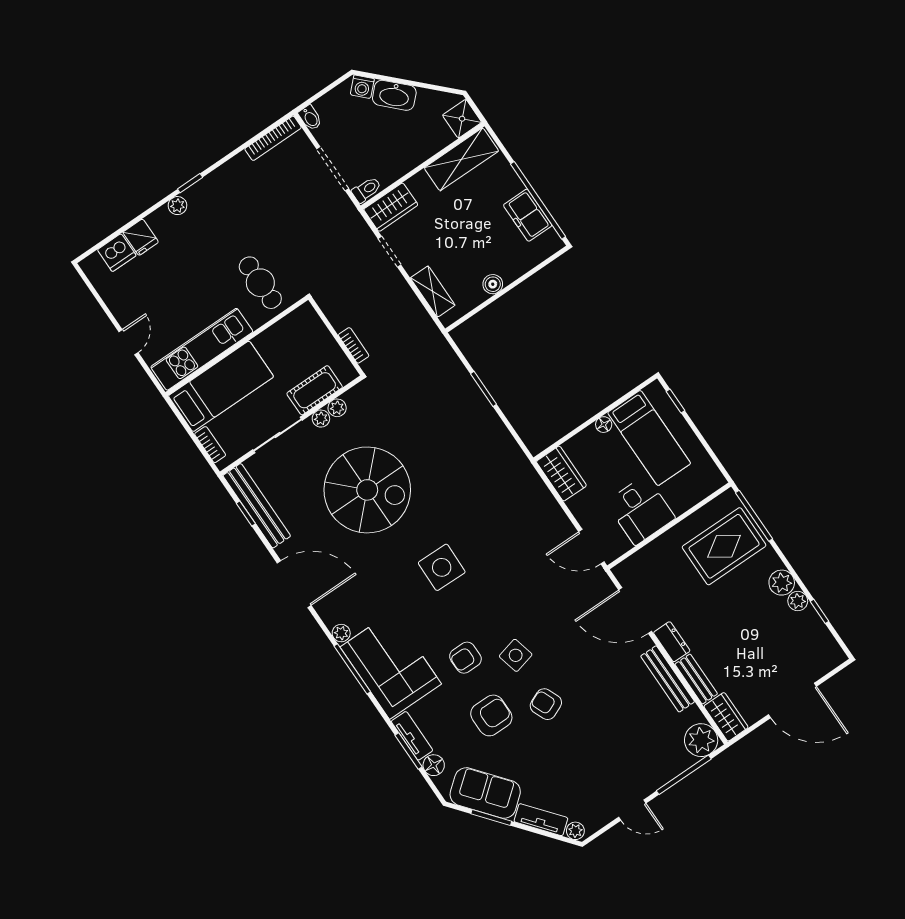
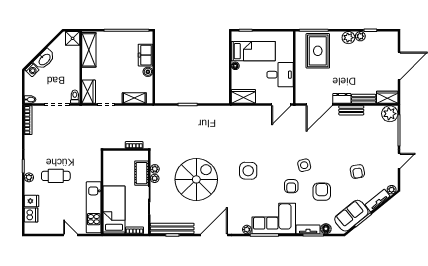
freezer: (528, 215) -> (145, 55), moved, turned 90
cafe table: (260, 283) -> (56, 176), moved
bench: (668, 679) -> (351, 110), width x0.73
armchair: (546, 704) -> (357, 172), moved, turned -77

